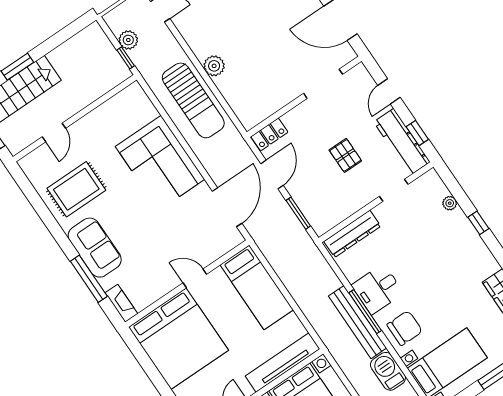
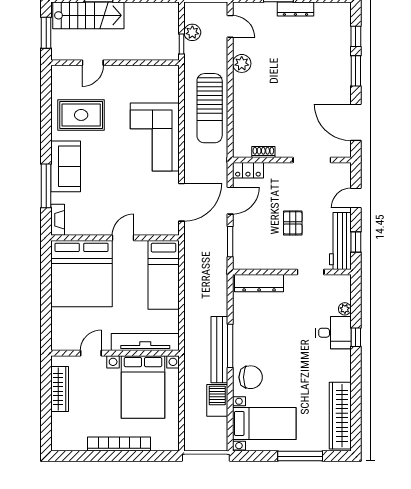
plant: (214, 66) -> (242, 63), moved
shoe rack: (272, 107) -> (263, 152), added
door: (195, 278) -> (123, 238), hinge flipped
desk: (377, 289) -> (333, 333), moved, turned 180

